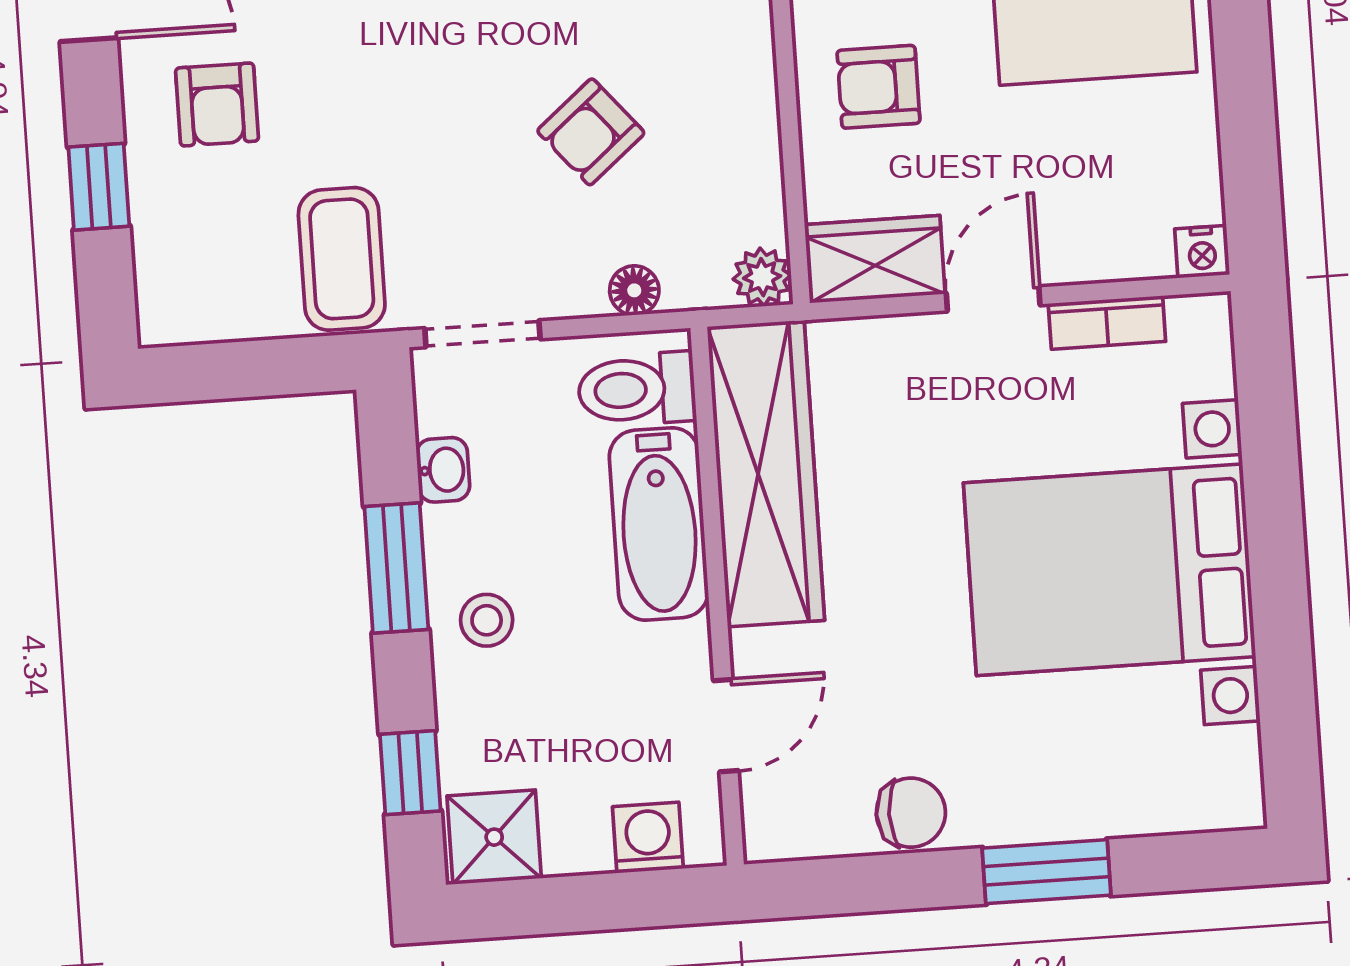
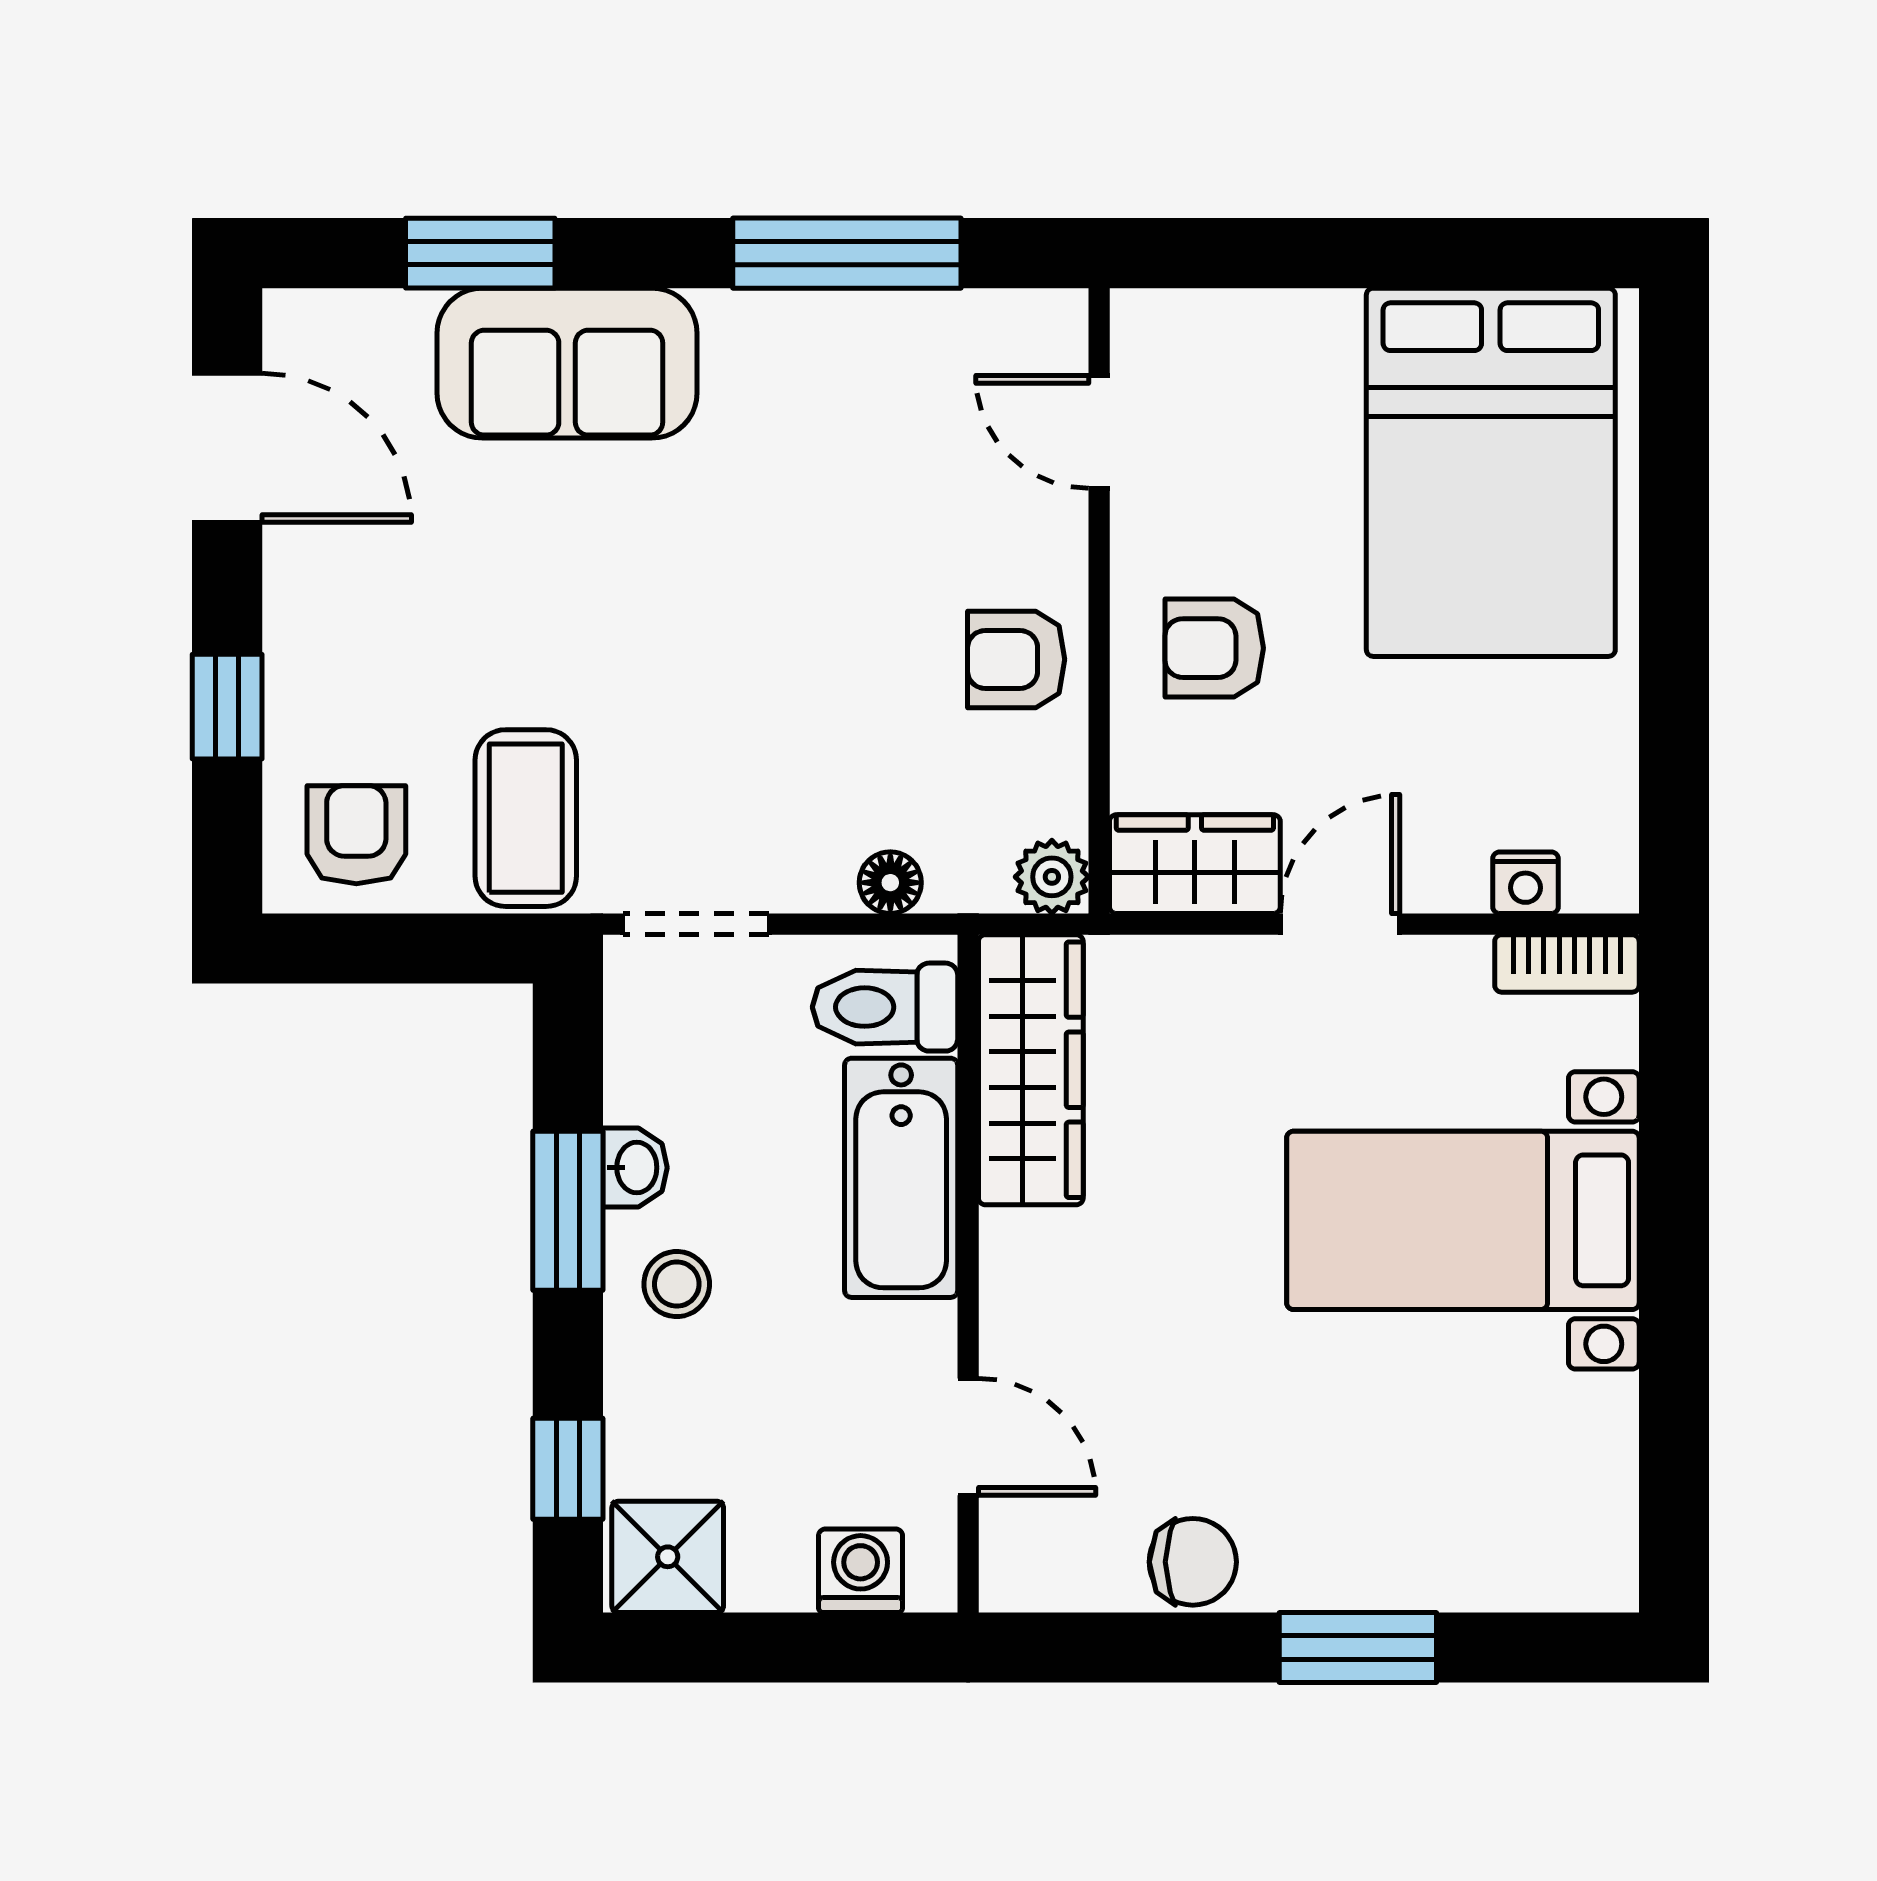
armchair: (217, 105) -> (356, 835), moved, turned 180
armchair: (591, 132) -> (1016, 659), moved, turned 40
nightstand: (1202, 252) -> (1525, 883), moved
bookcase: (1107, 323) -> (1567, 963), moved
washbasin: (443, 470) -> (635, 1168), moved
wardrobe: (766, 474) -> (1031, 1070), width x0.71, depth x0.85
bed with nightstands: (1110, 570) -> (1463, 1220), width x0.73
door: (726, 726) -> (968, 1437), hinge flipped

